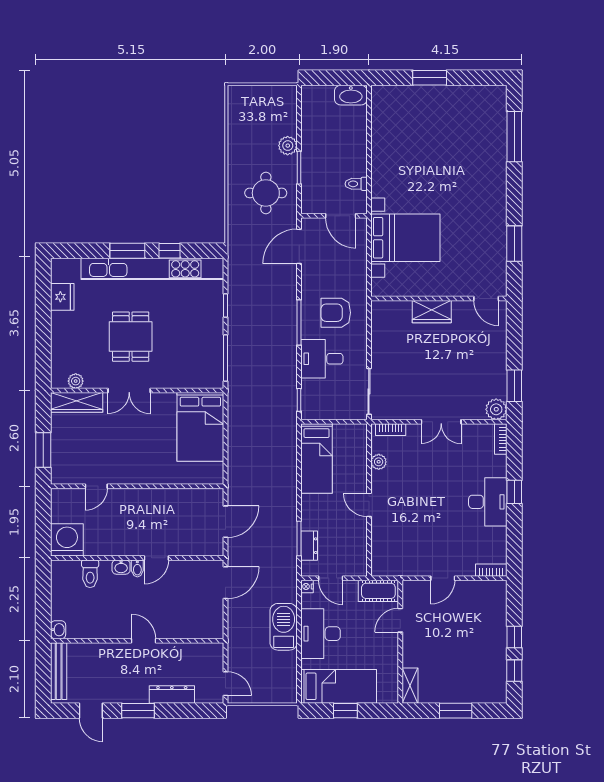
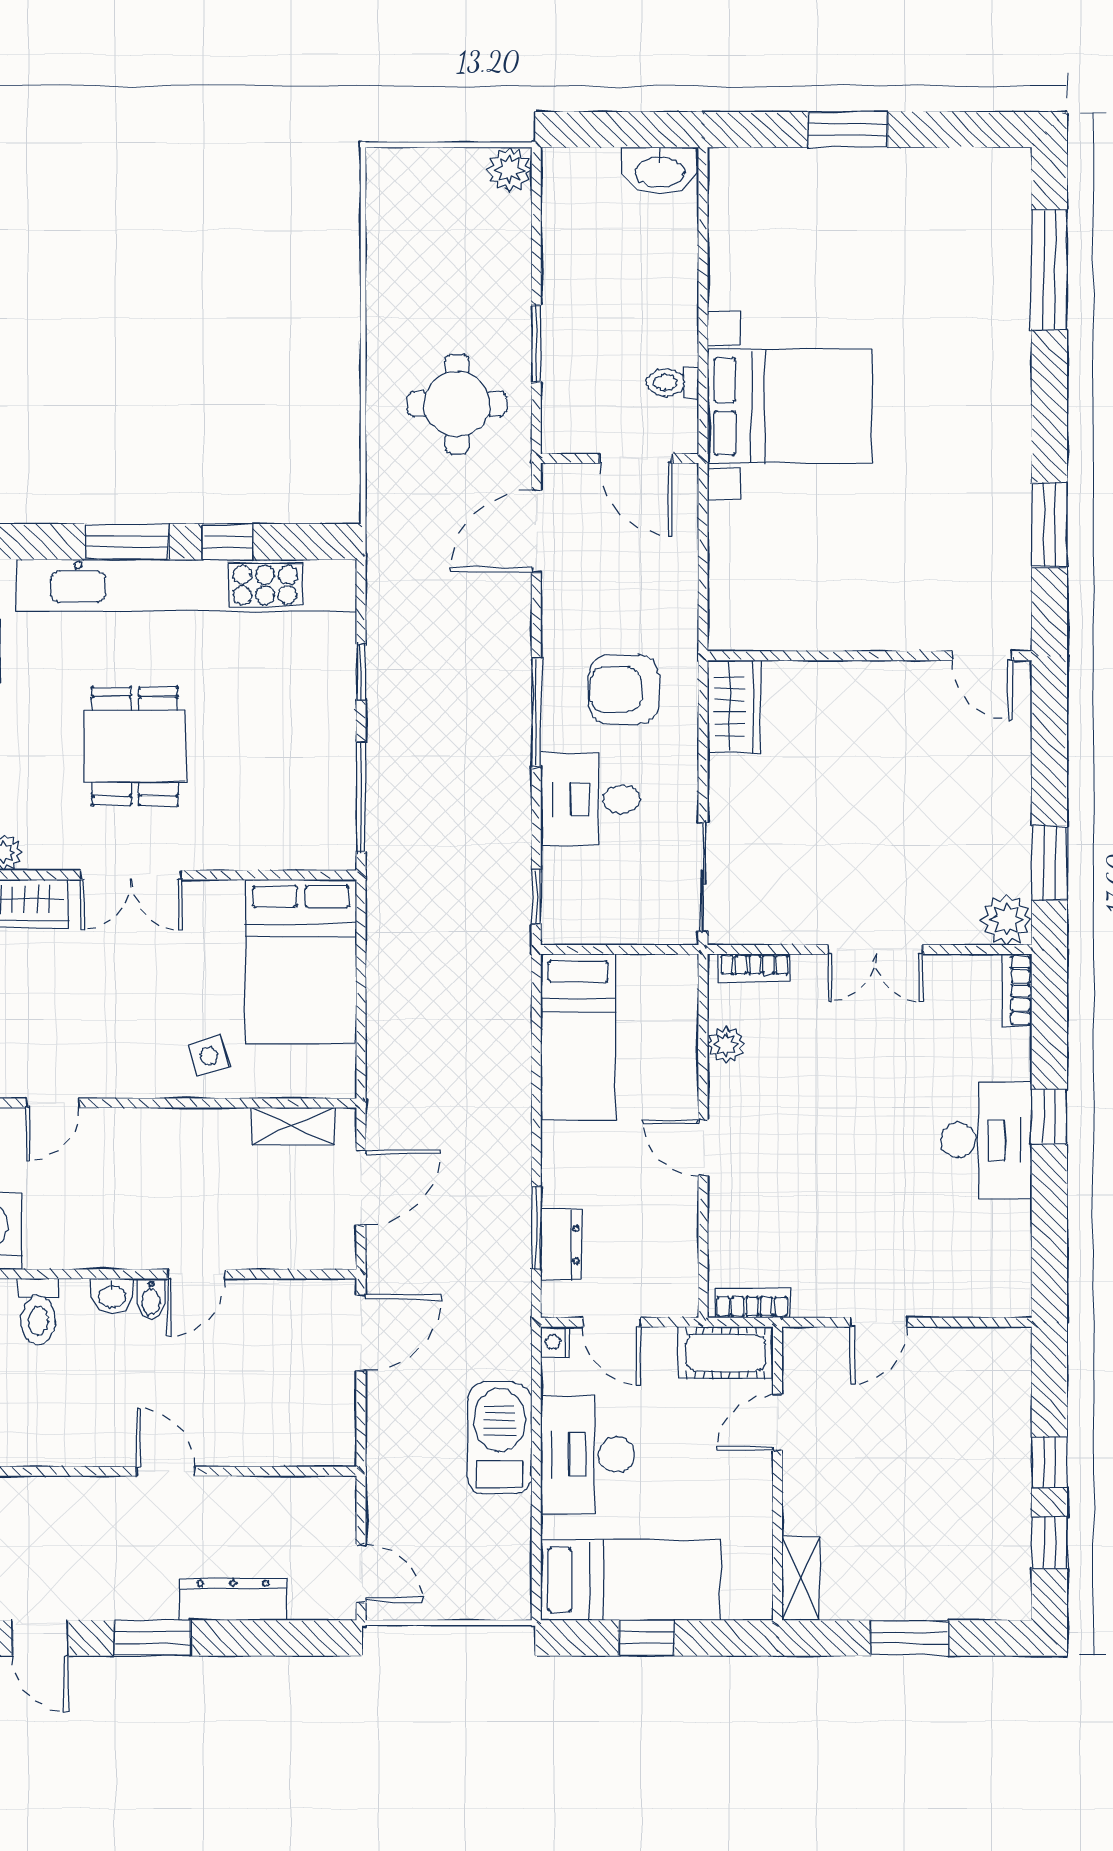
plant: (288, 146) -> (509, 170), moved
bed with nightstands: (405, 238) -> (790, 407), moved
wardrobe: (432, 312) -> (734, 706), moved, turned -90
side table: (162, 466) -> (209, 1056), added
shelving: (197, 496) -> (293, 1126), added
bookcase: (491, 570) -> (752, 1303), moved

